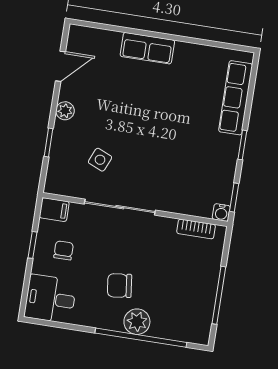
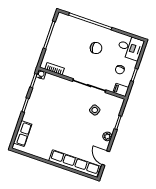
row of seats: (147, 48) -> (75, 164), width x2.02
door: (60, 66) -> (106, 158), hinge flipped
row of seats: (236, 98) -> (23, 134), width x0.68
plant: (137, 322) -> (91, 29), removed

